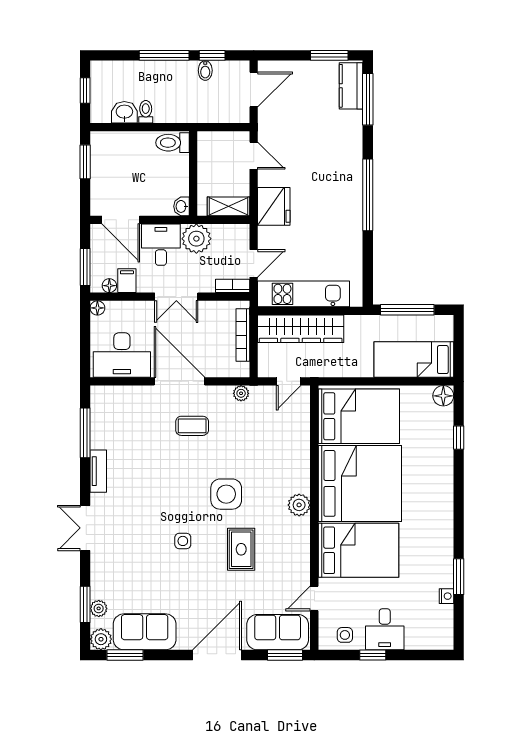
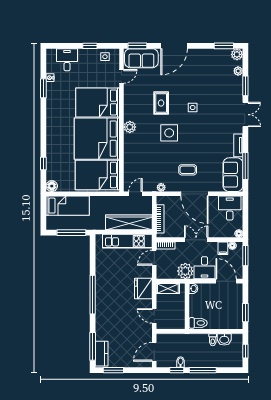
desk: (122, 355) -> (230, 208), width x0.73
window: (85, 604) -> (245, 86), moved
desk: (385, 629) -> (67, 60), moved
sofa: (145, 632) -> (233, 175), moved, turned 90

